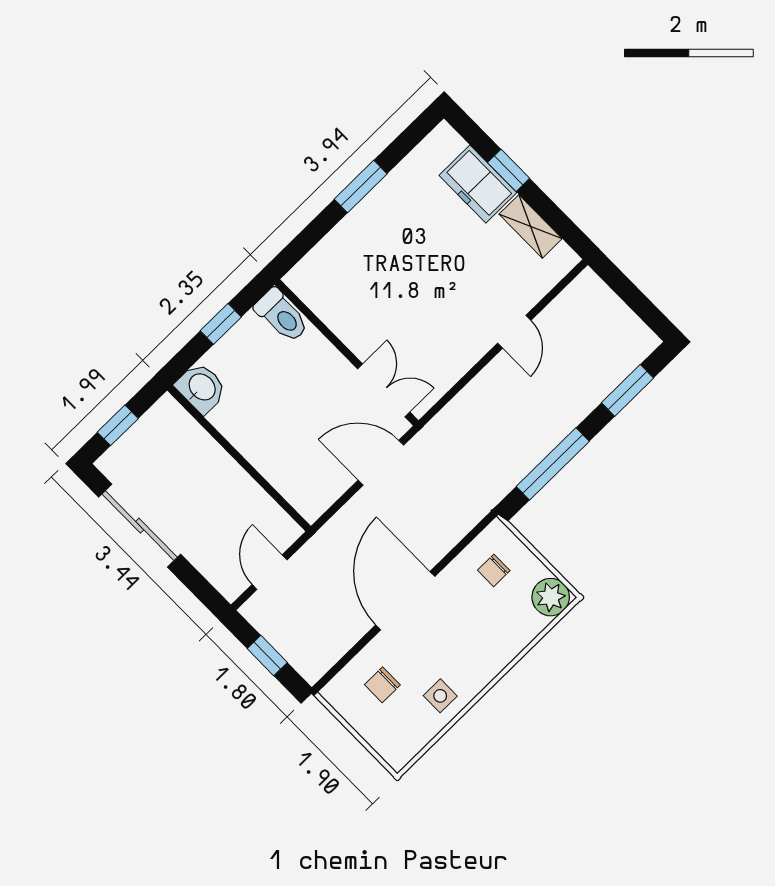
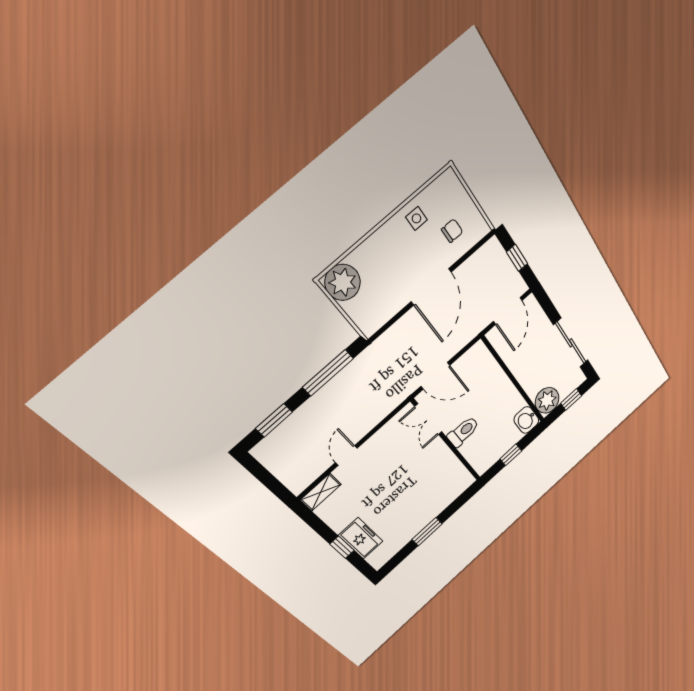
shelving: (531, 226) -> (321, 492), moved, turned 90
toilet: (282, 316) -> (463, 432), moved, turned 90
plant: (167, 423) -> (547, 400), added
chair: (494, 570) -> (373, 303), removed
door: (270, 572) -> (508, 311), width x1.38
plant: (551, 597) -> (343, 282), width x1.36, depth x1.36

